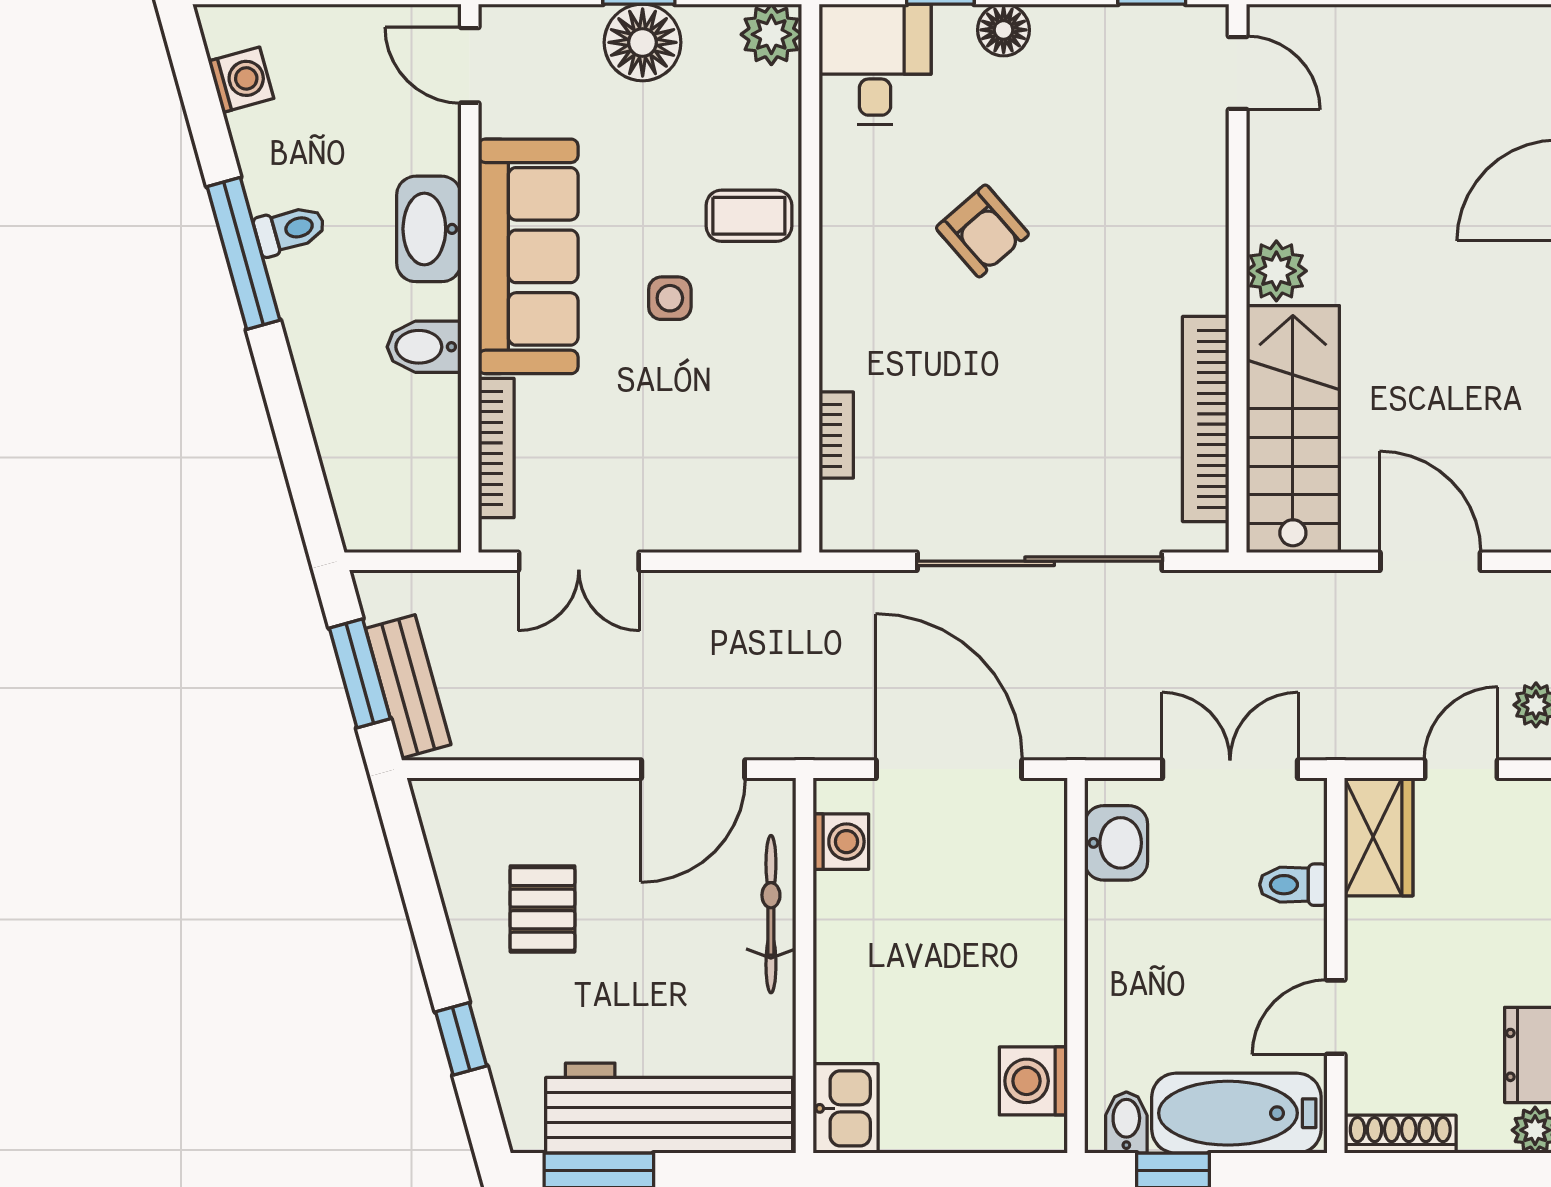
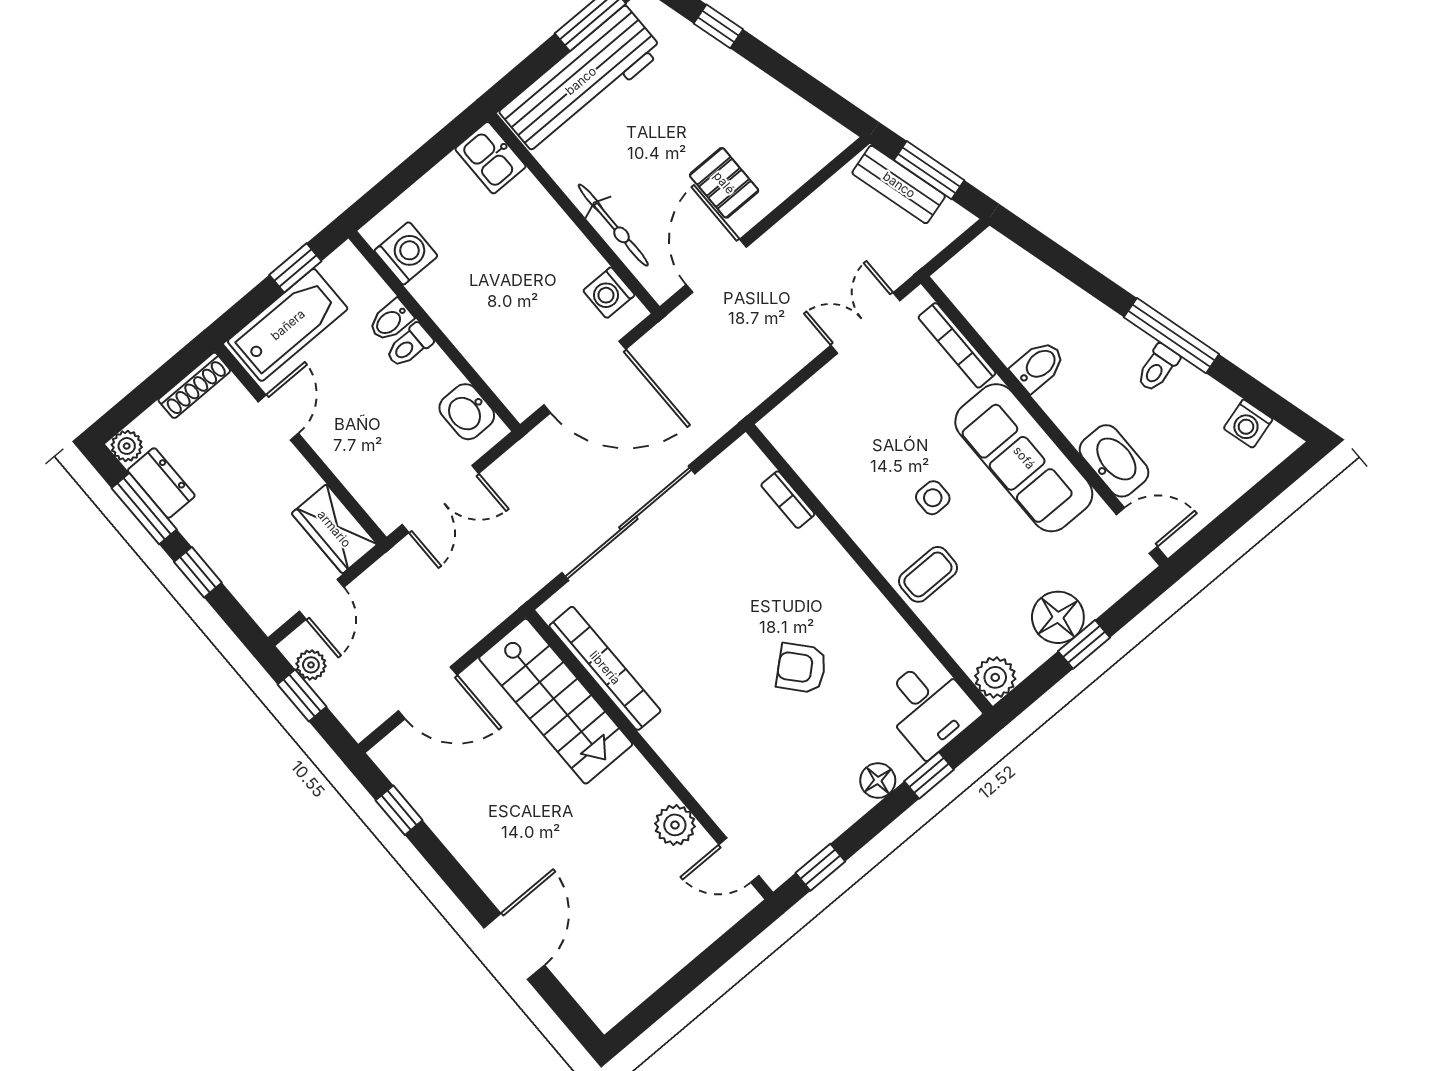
washbasin: (429, 229) -> (1114, 461), moved
plant: (1276, 271) -> (675, 825), moved
toilet: (1293, 885) -> (409, 346), moved, turned 180
pallet: (542, 909) -> (724, 183), moved
bidet: (1126, 1123) -> (391, 321), moved, turned 90

